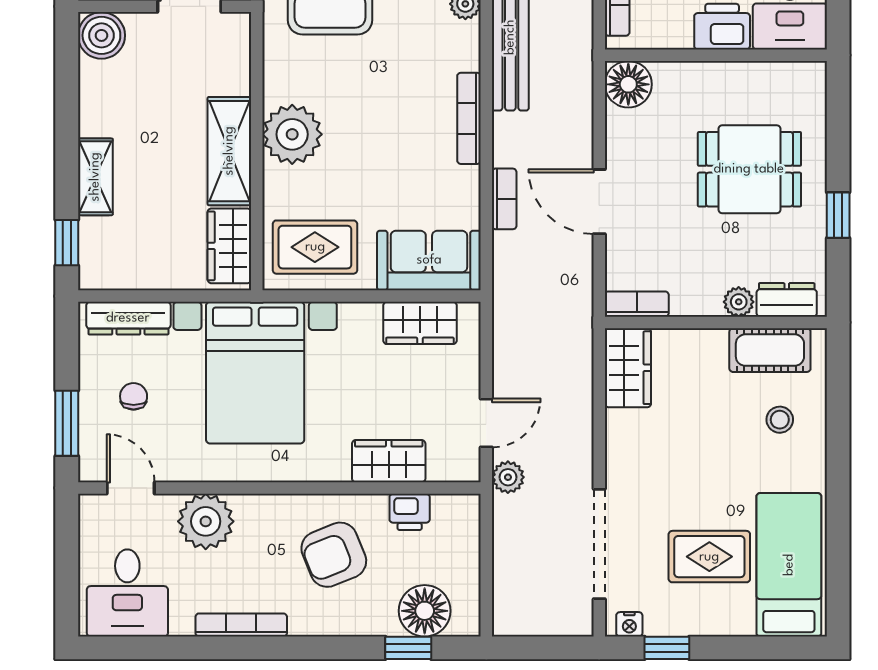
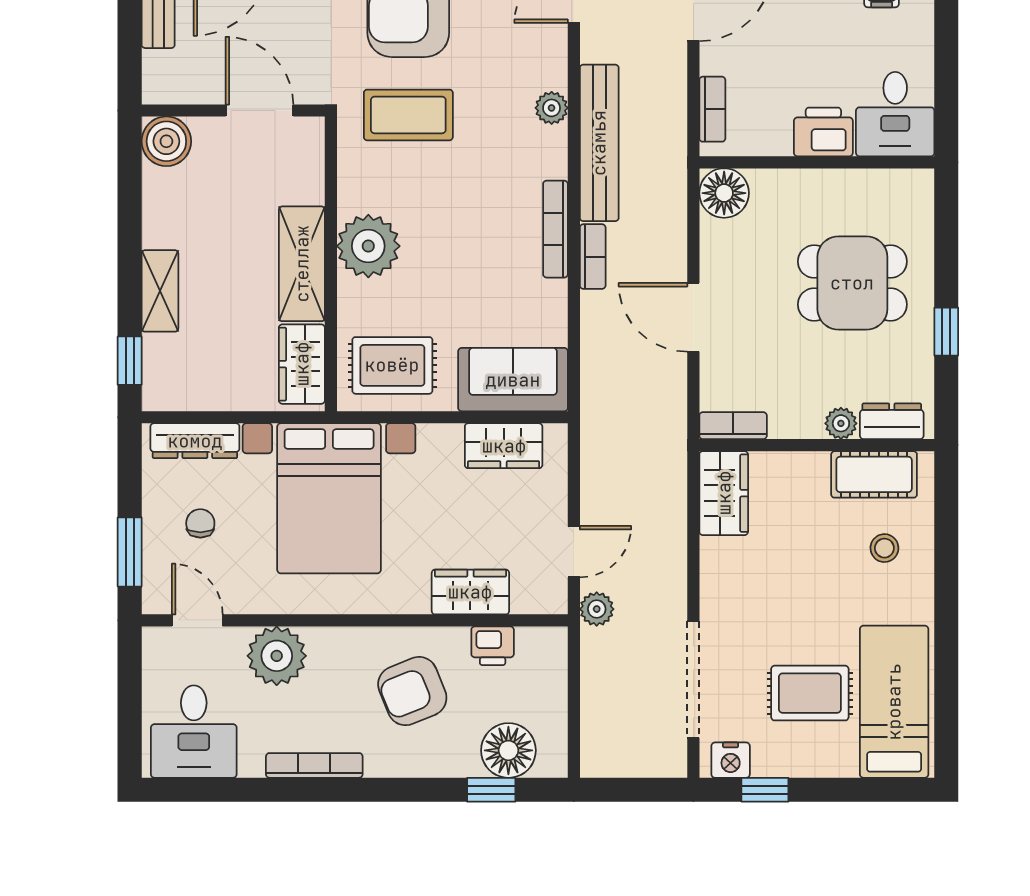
bookcase: (504, 199) -> (593, 257), moved
nightstand: (629, 624) -> (731, 760), width x1.39, depth x1.35

